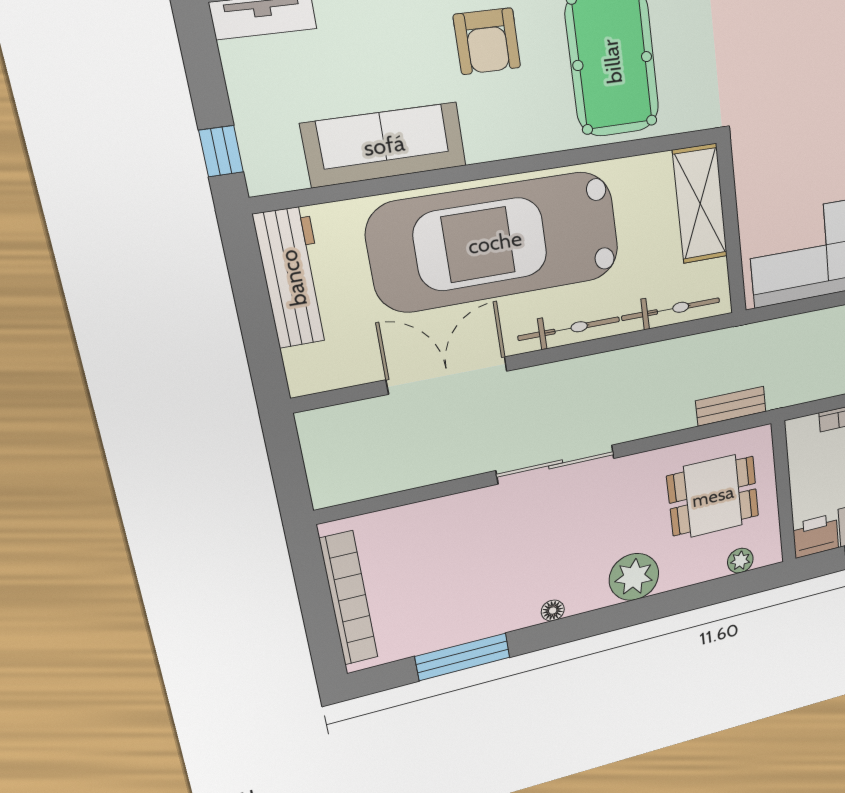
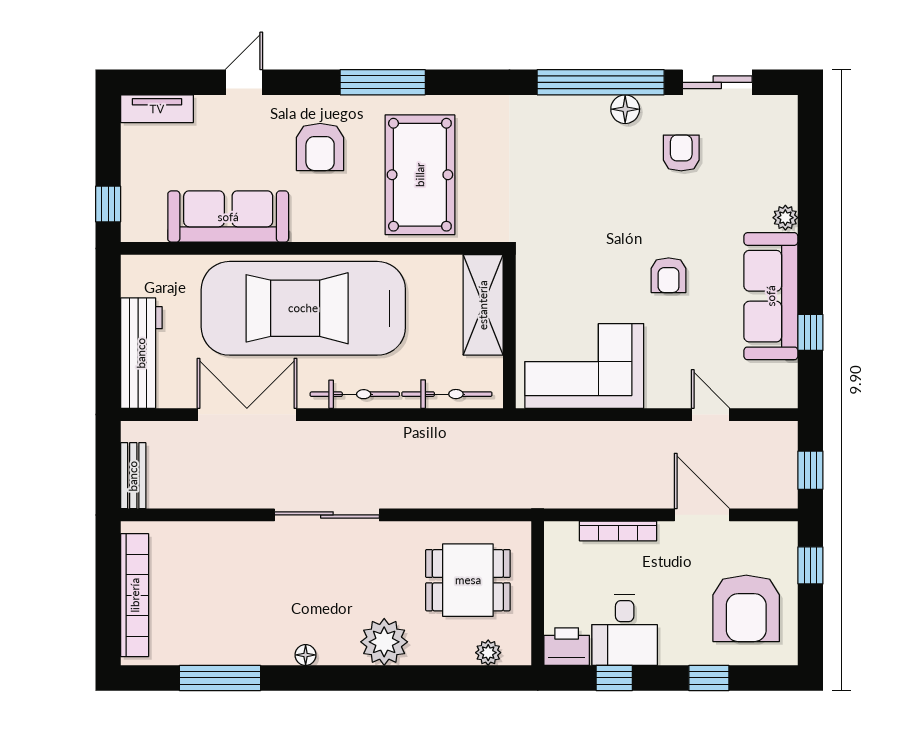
workbench: (293, 278) -> (141, 353), moved
bench: (731, 406) -> (133, 476), moved, turned 90

